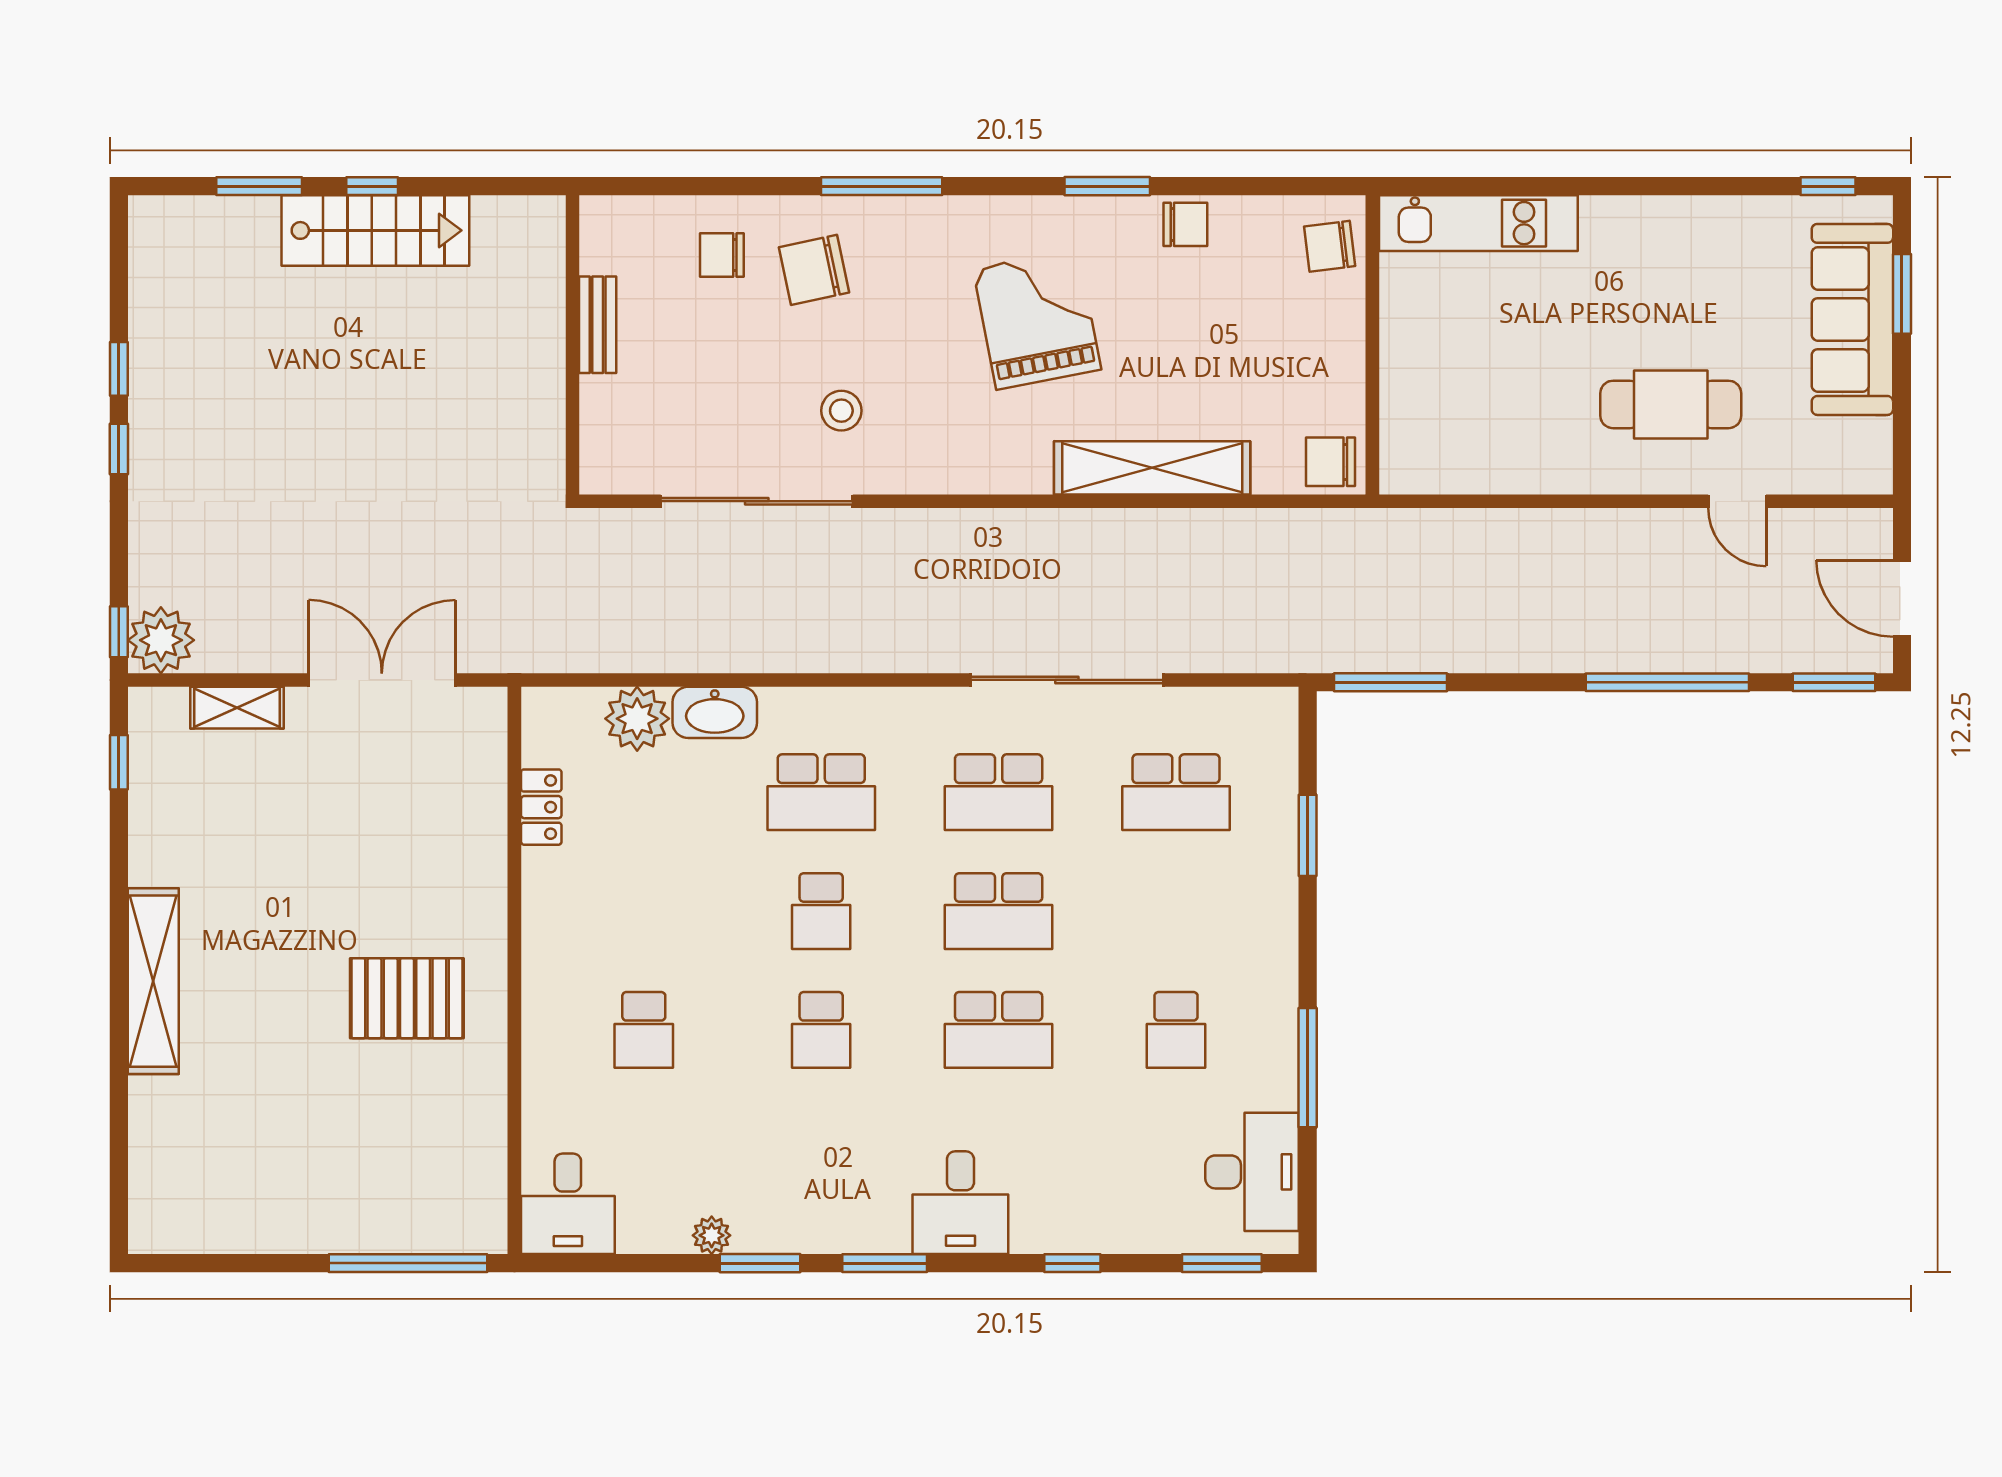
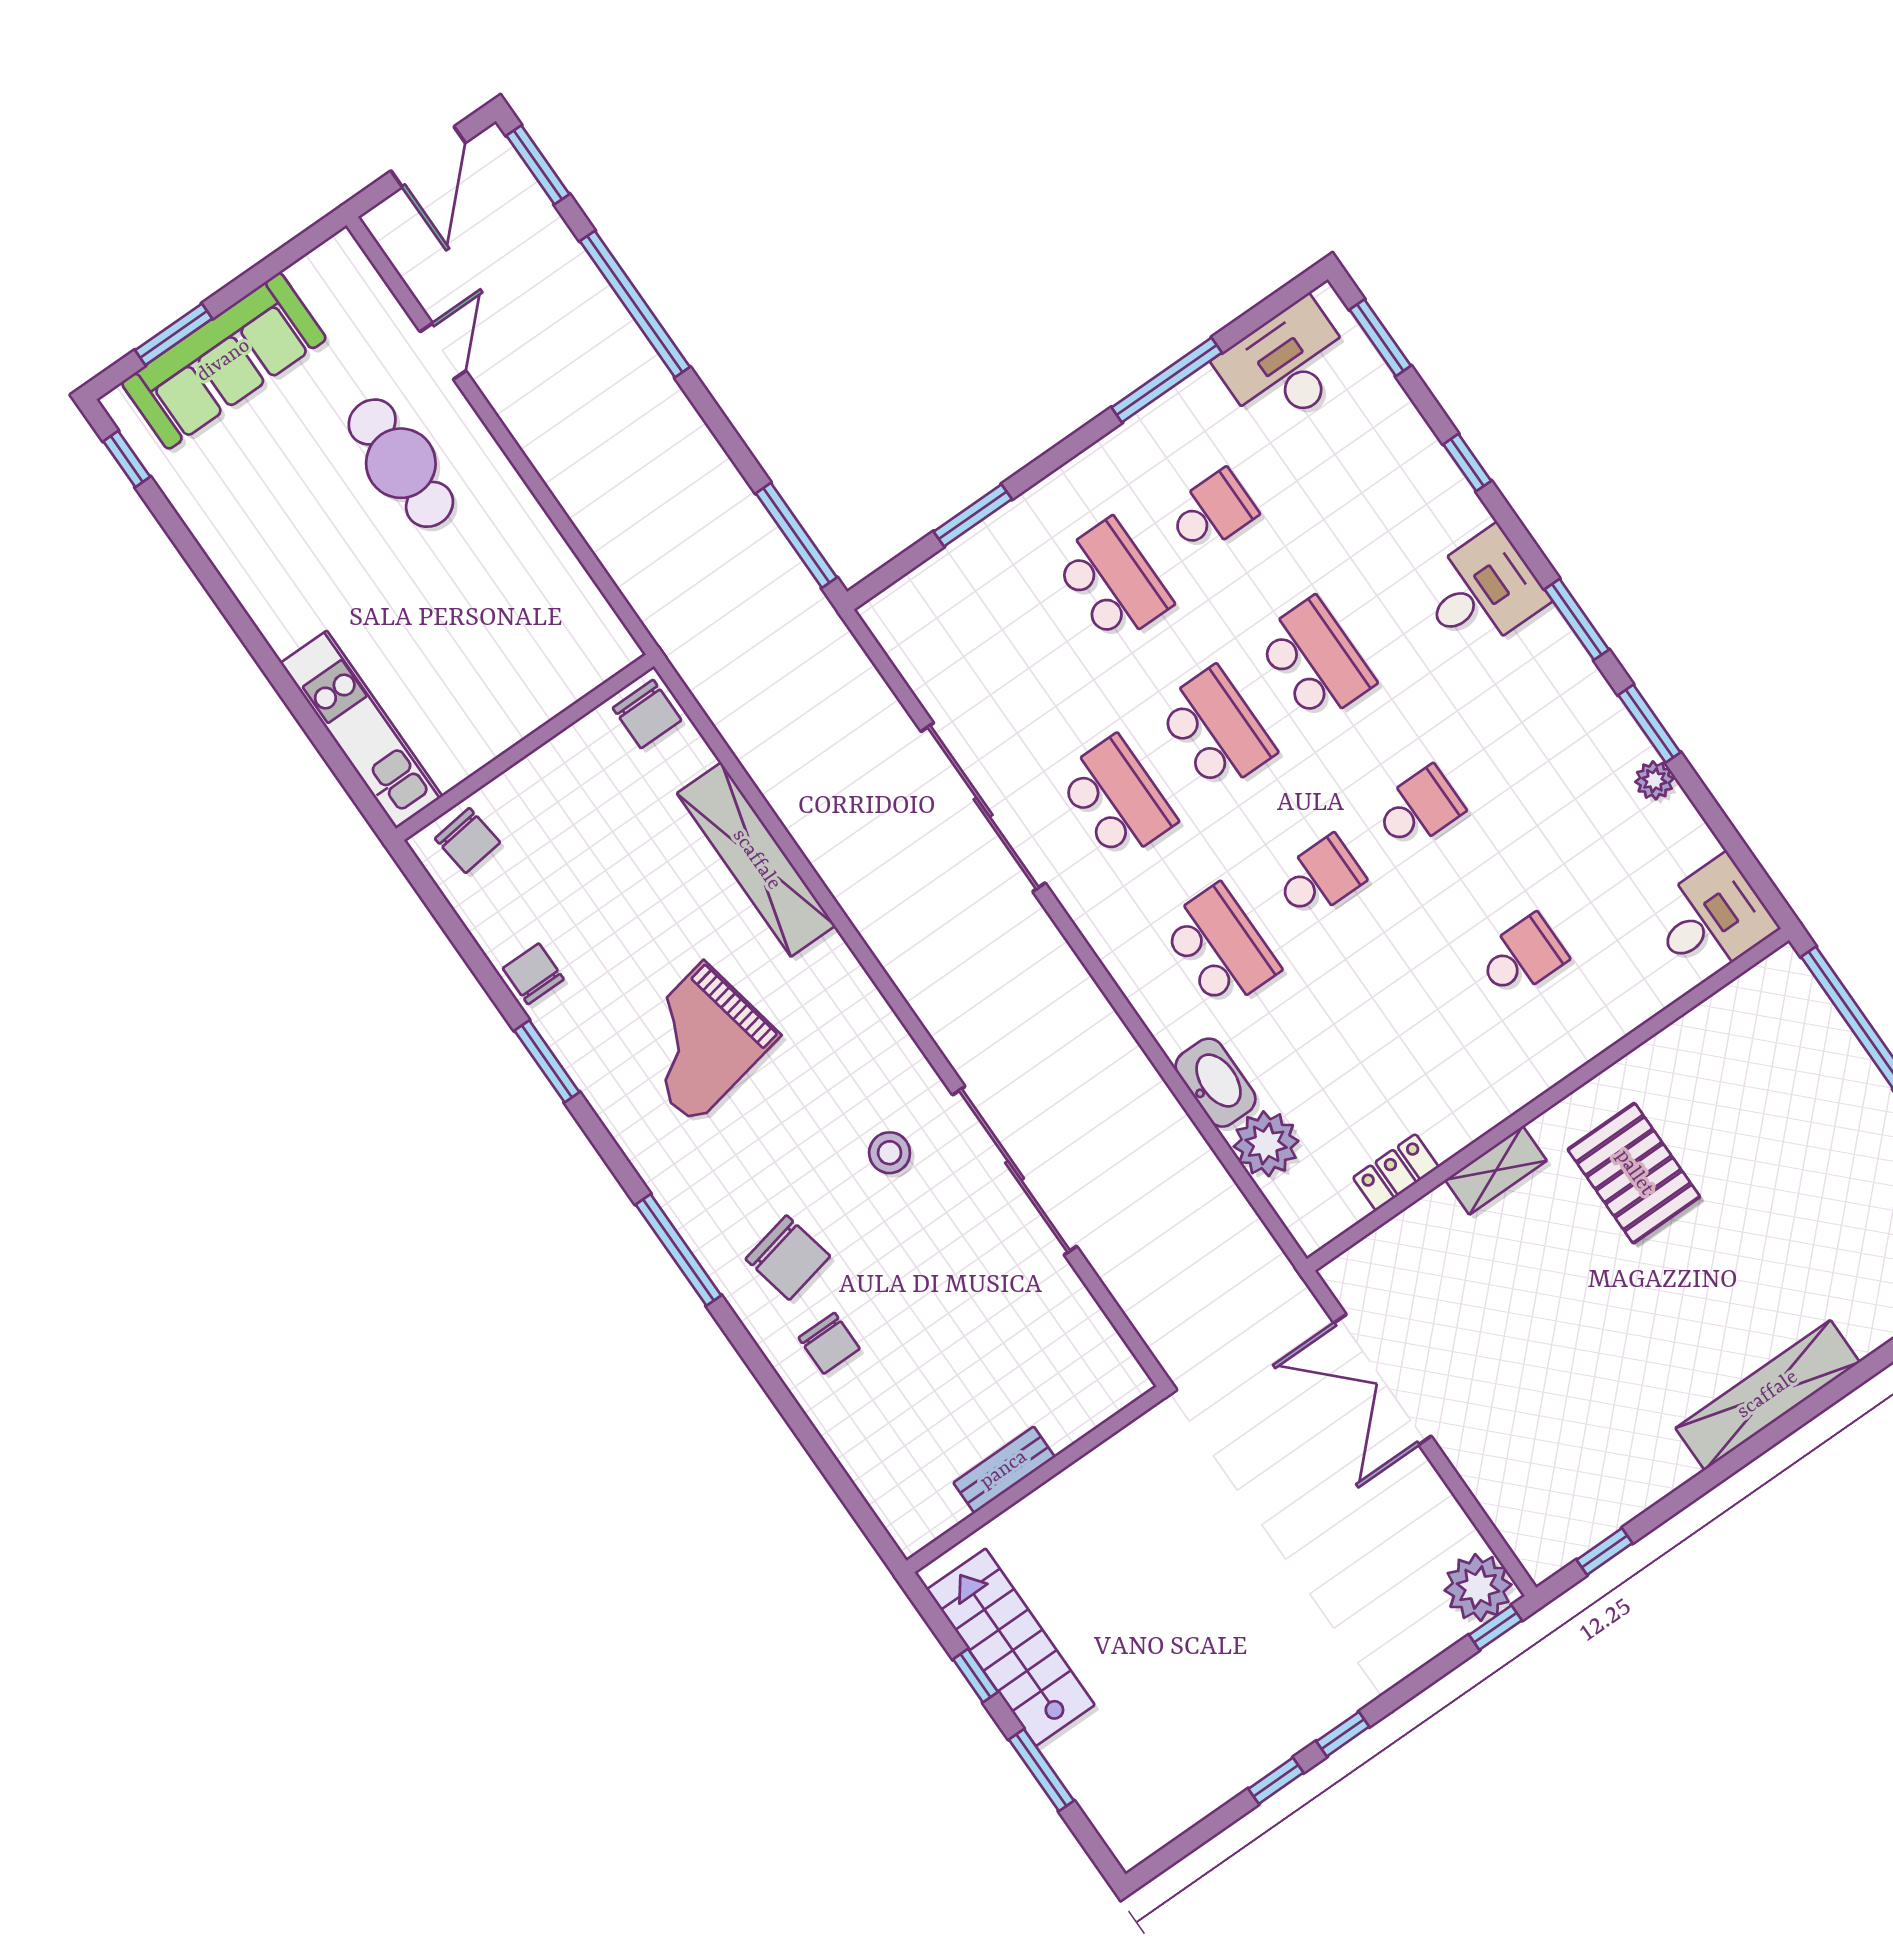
bench: (598, 325) -> (1004, 1470), moved
wall: (572, 345) -> (1036, 1479), moved
shelving: (237, 708) -> (1496, 1170), moved, turned 90
school desk: (1176, 792) -> (1113, 581), moved

